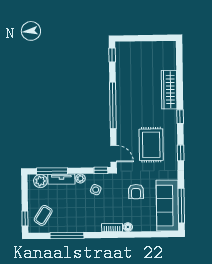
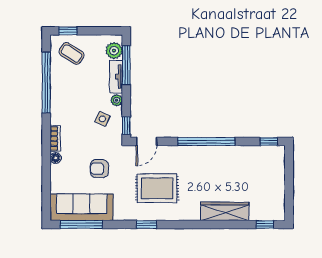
window: (180, 117) -> (265, 224), moved
window: (67, 235) -> (46, 83), width x1.46

